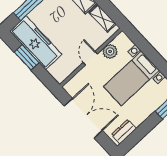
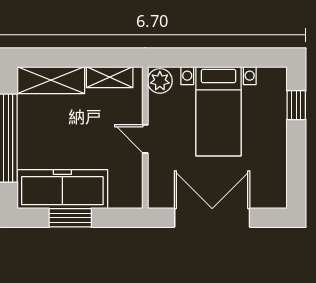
plant: (110, 51) -> (160, 81), moved
dresser: (124, 132) -> (276, 182), removed

